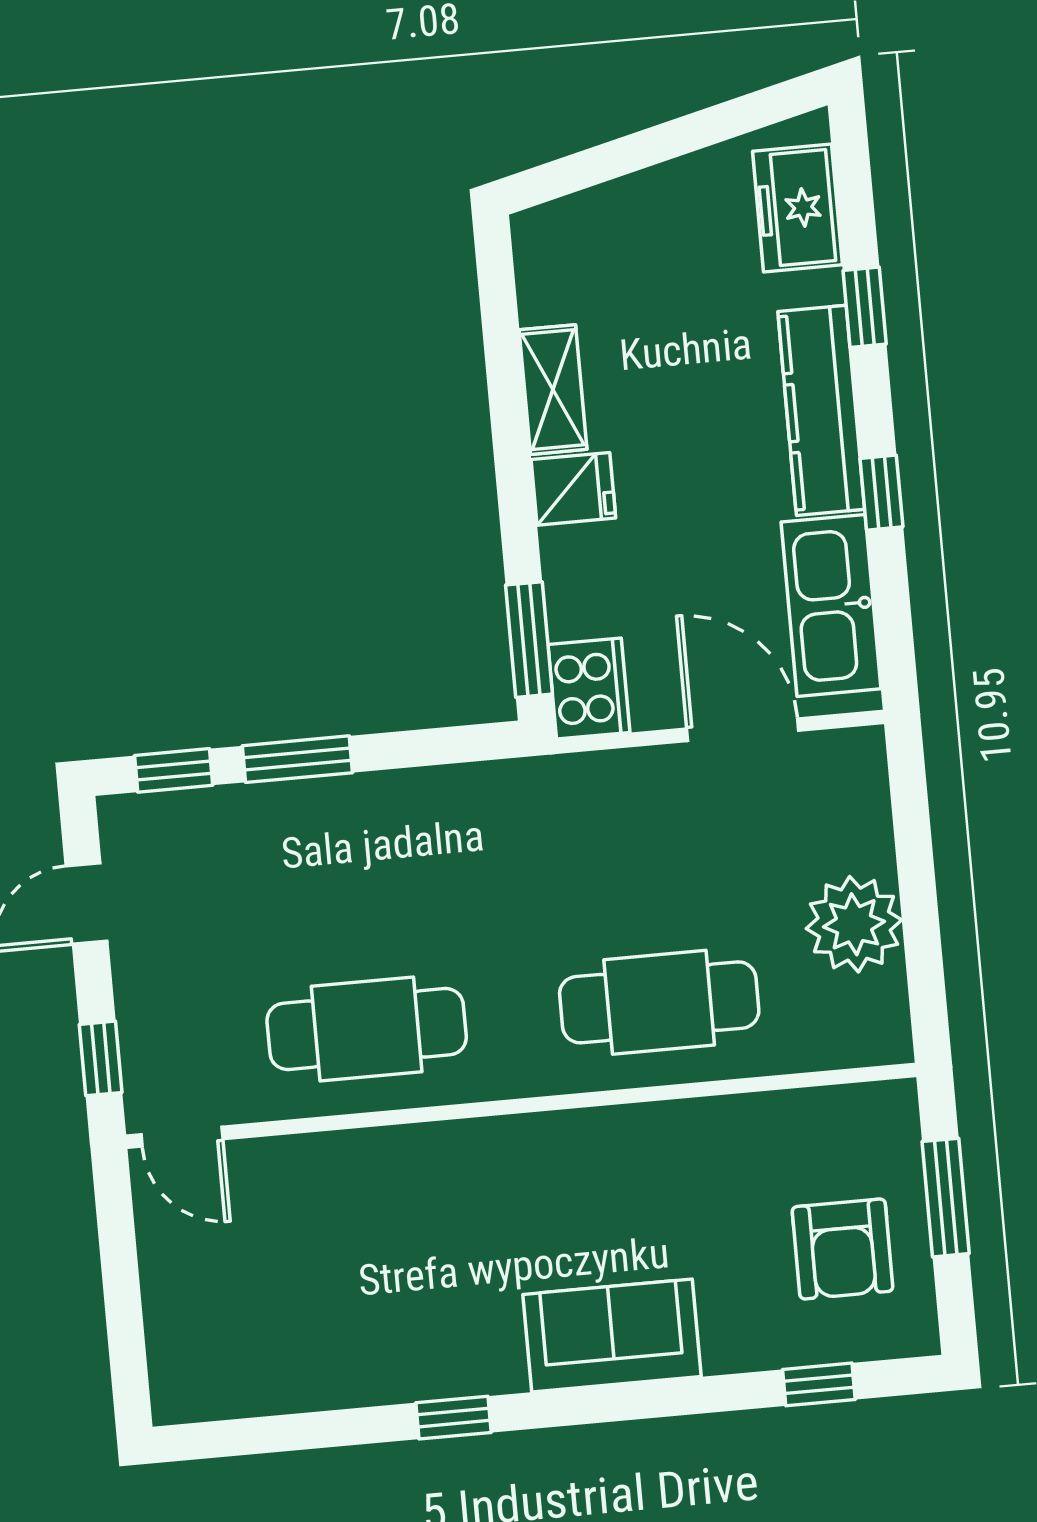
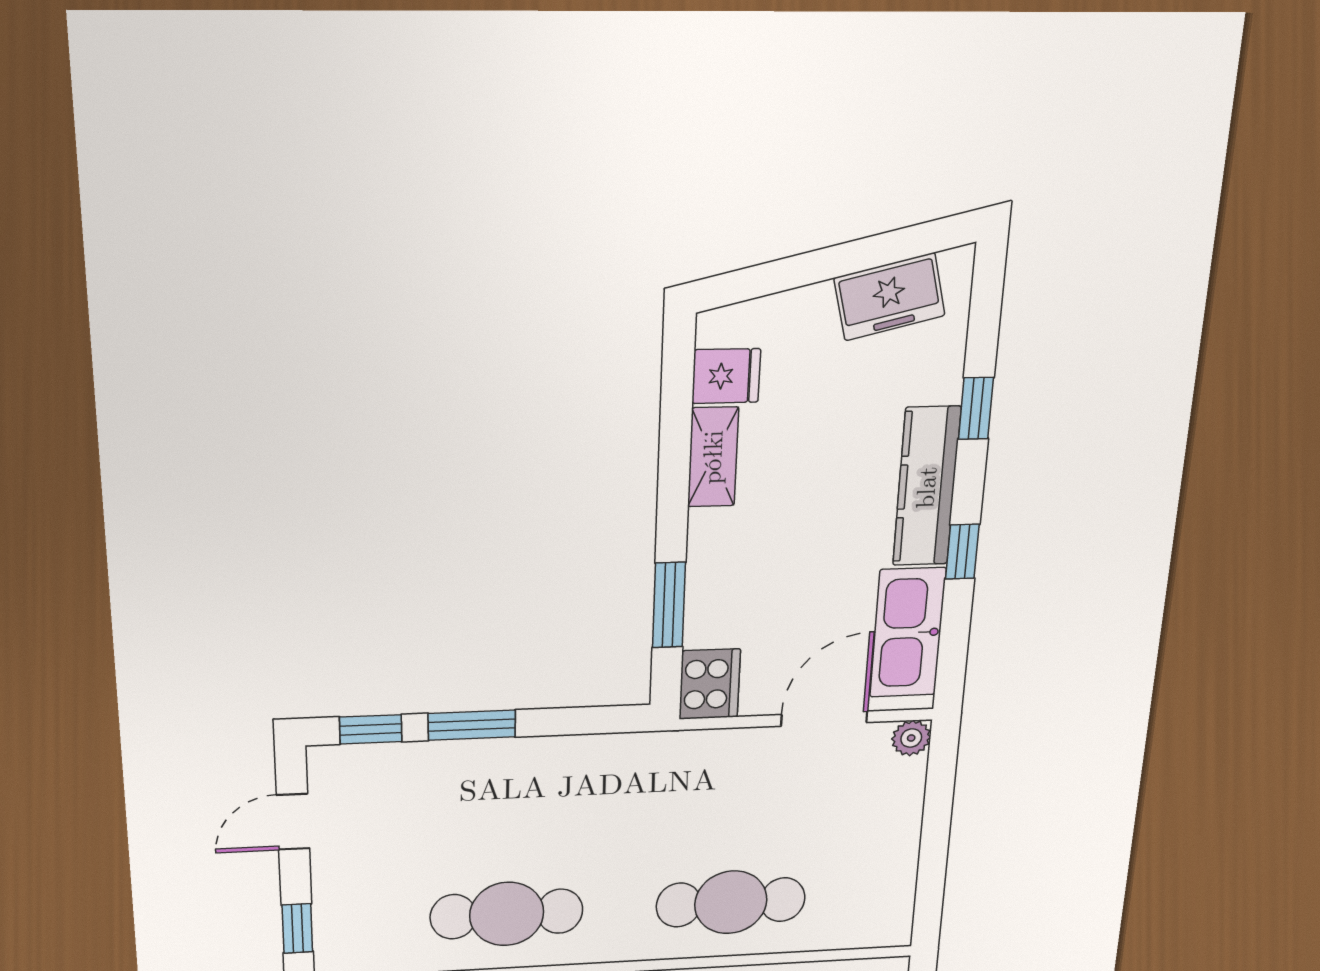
freezer: (798, 208) -> (890, 297), moved, turned -104
fridge: (573, 489) -> (726, 376), moved
window: (529, 640) -> (669, 605), moved
door: (743, 730) -> (824, 719), hinge flipped
plant: (854, 924) -> (911, 738), moved, width x0.53, depth x0.53

